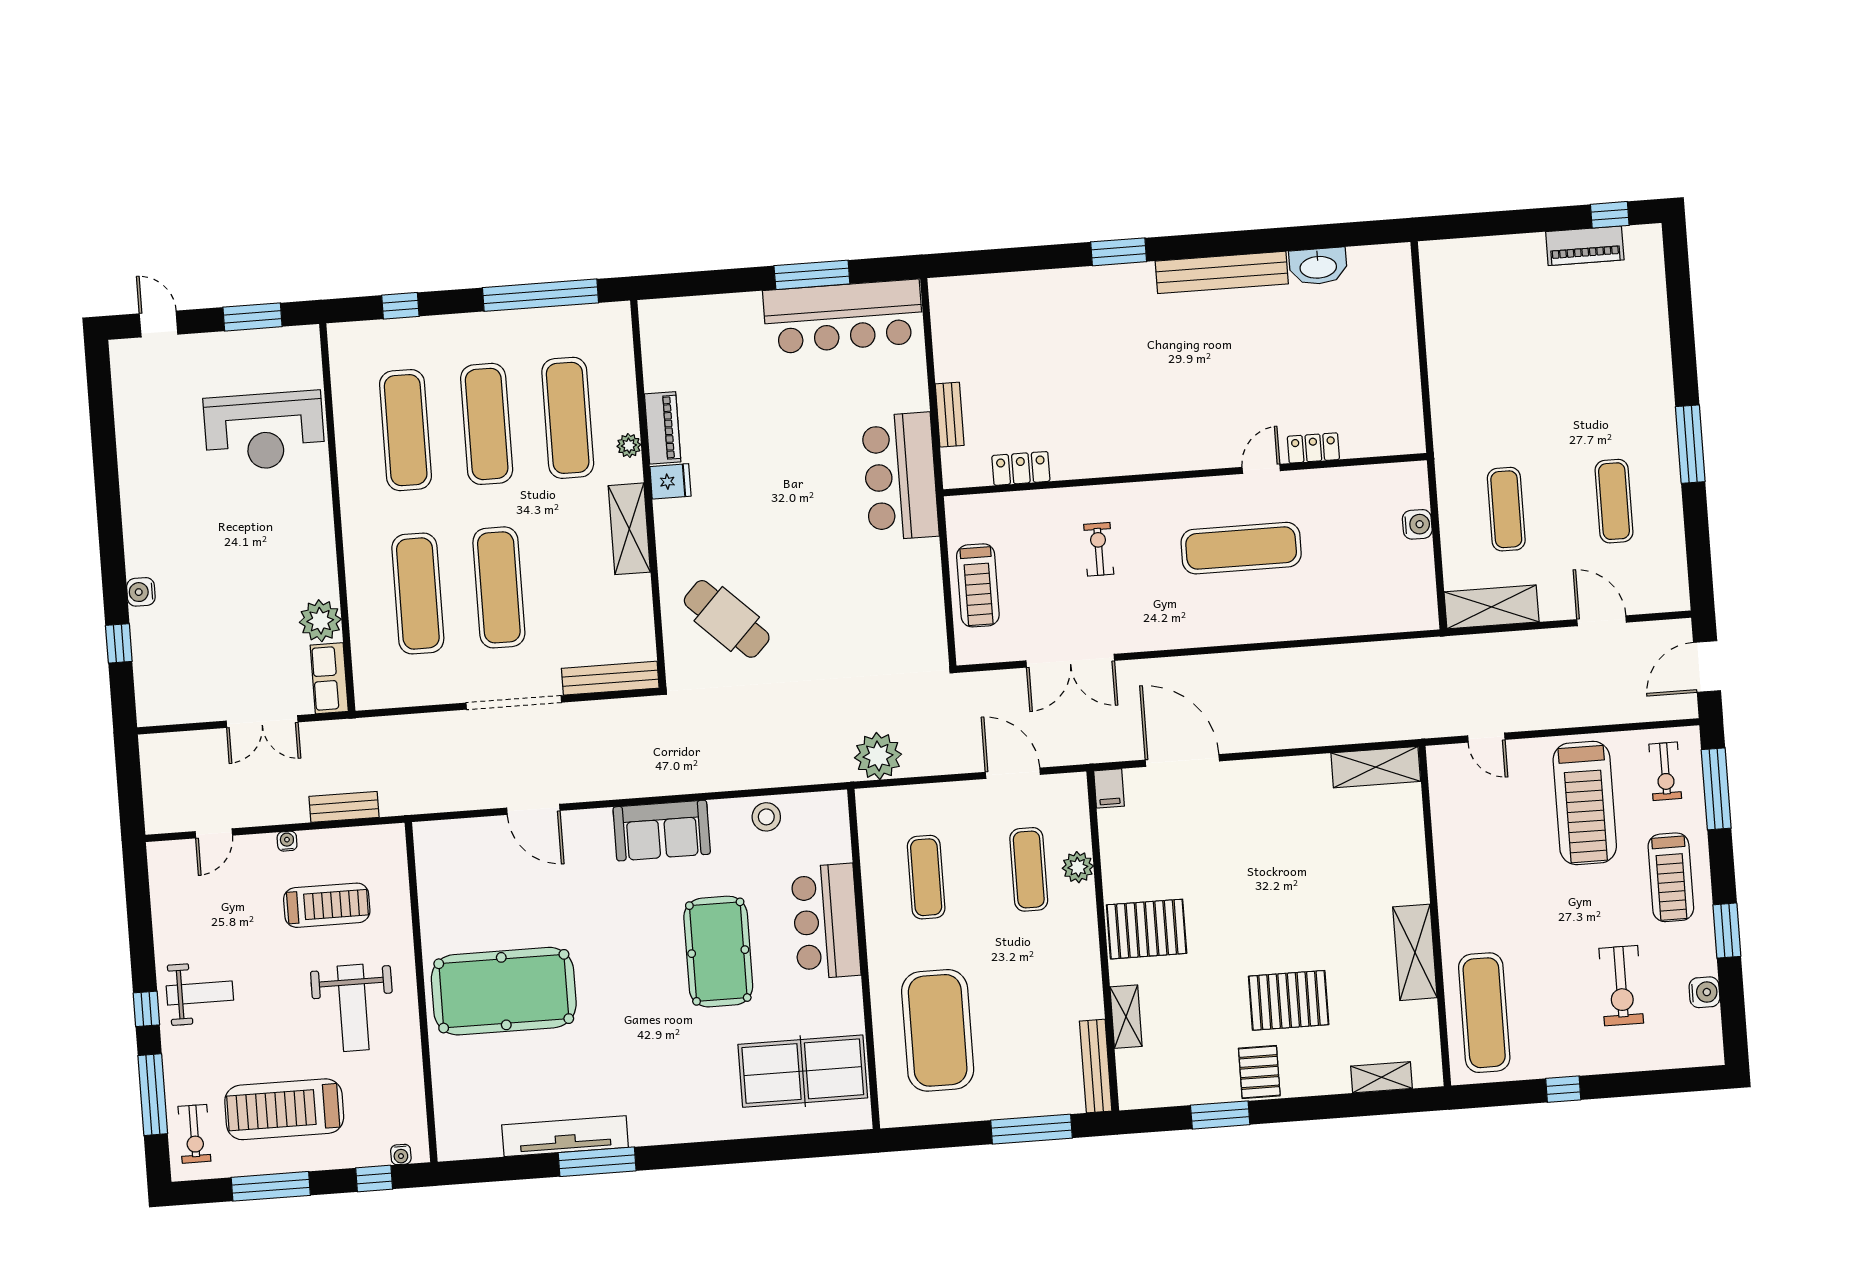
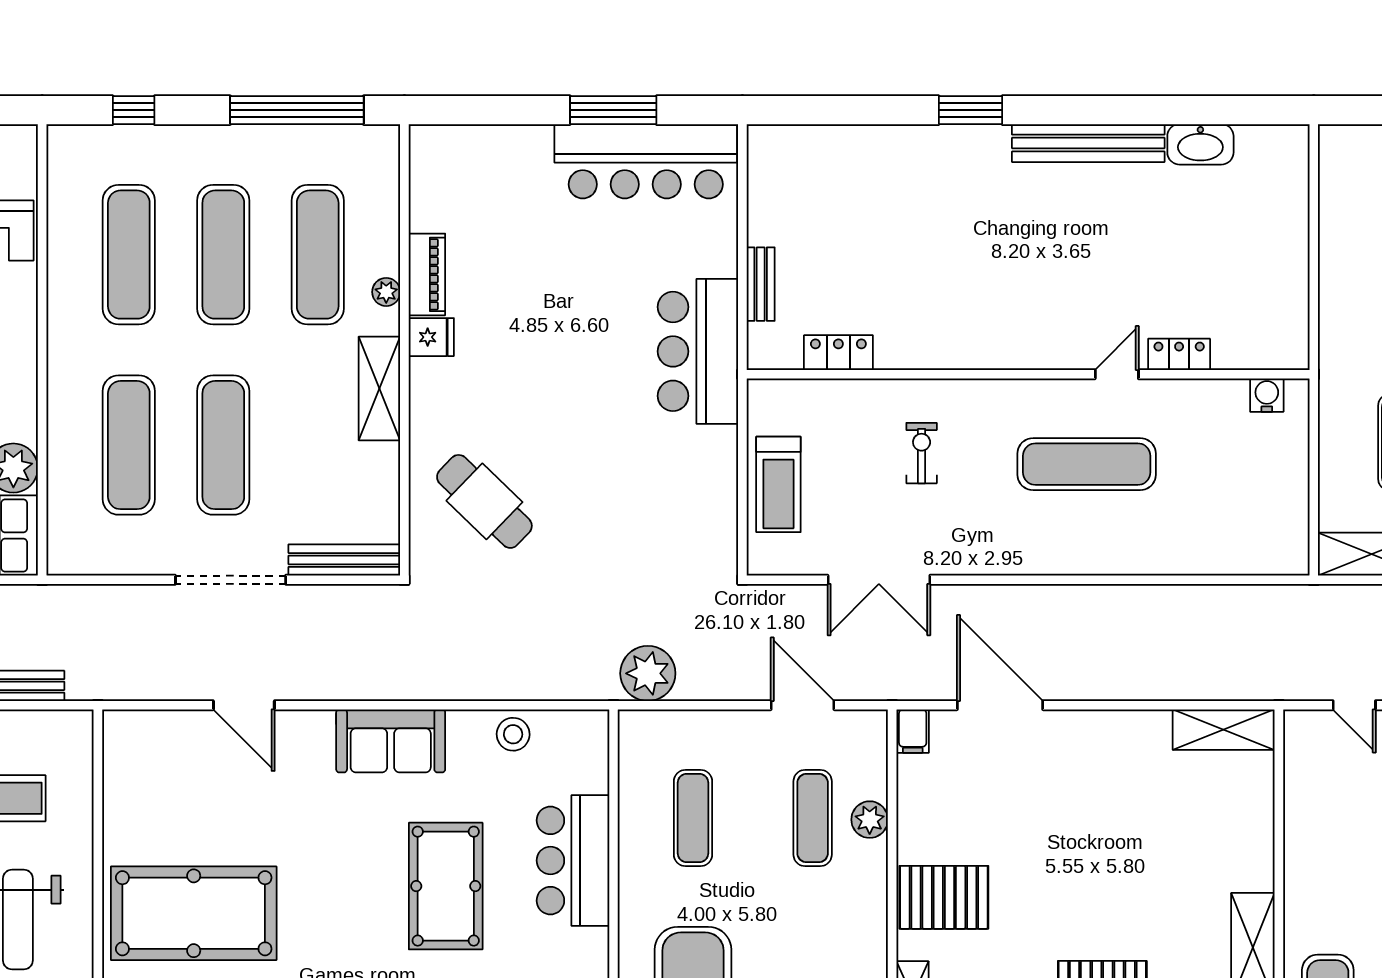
water cooler: (1417, 524) -> (1267, 395), moved, turned -90

